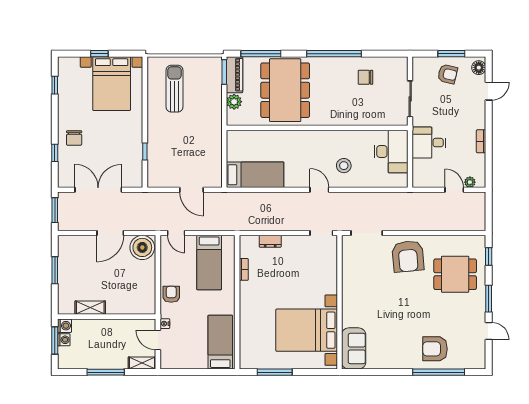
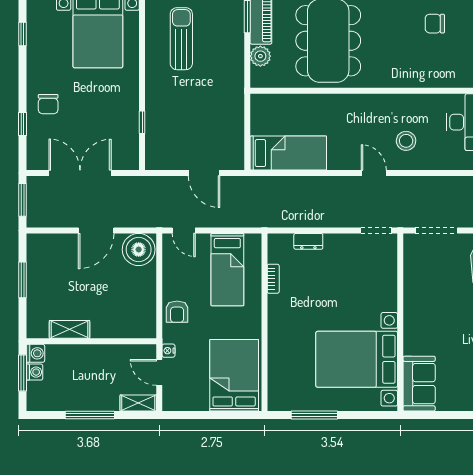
armchair: (171, 294) -> (177, 312), turned 180
bed: (220, 342) -> (234, 375), width x1.50

